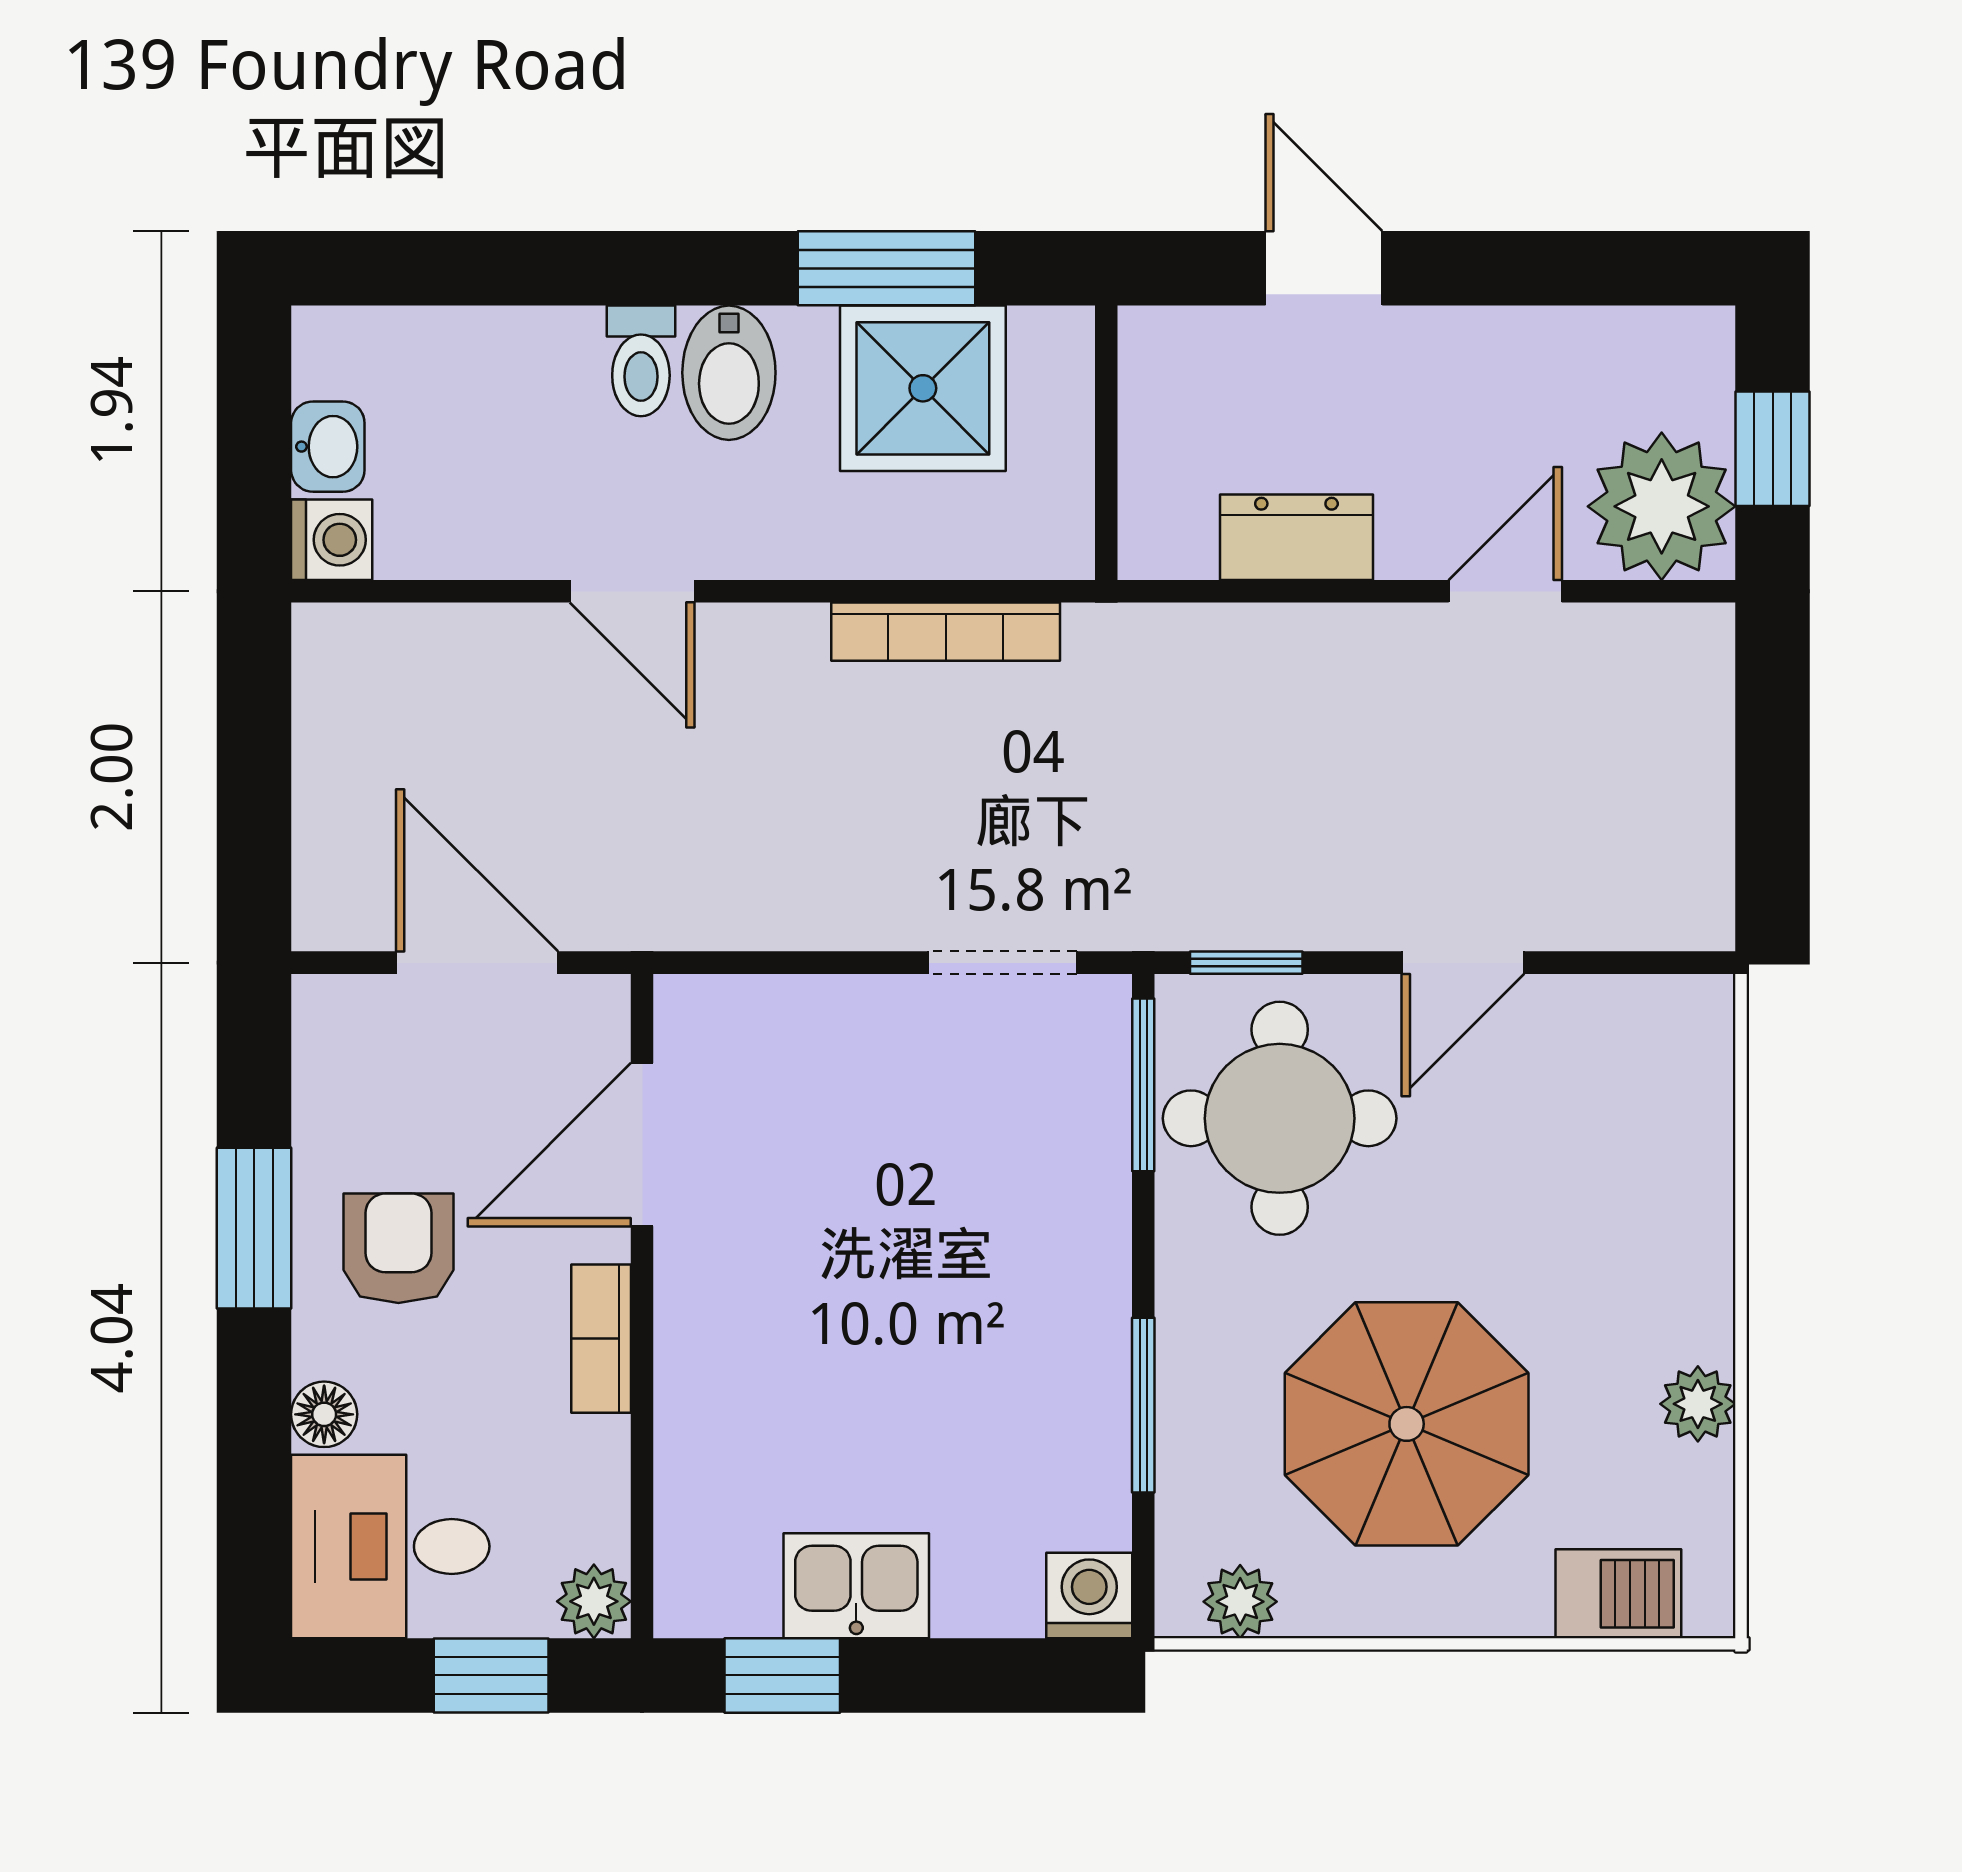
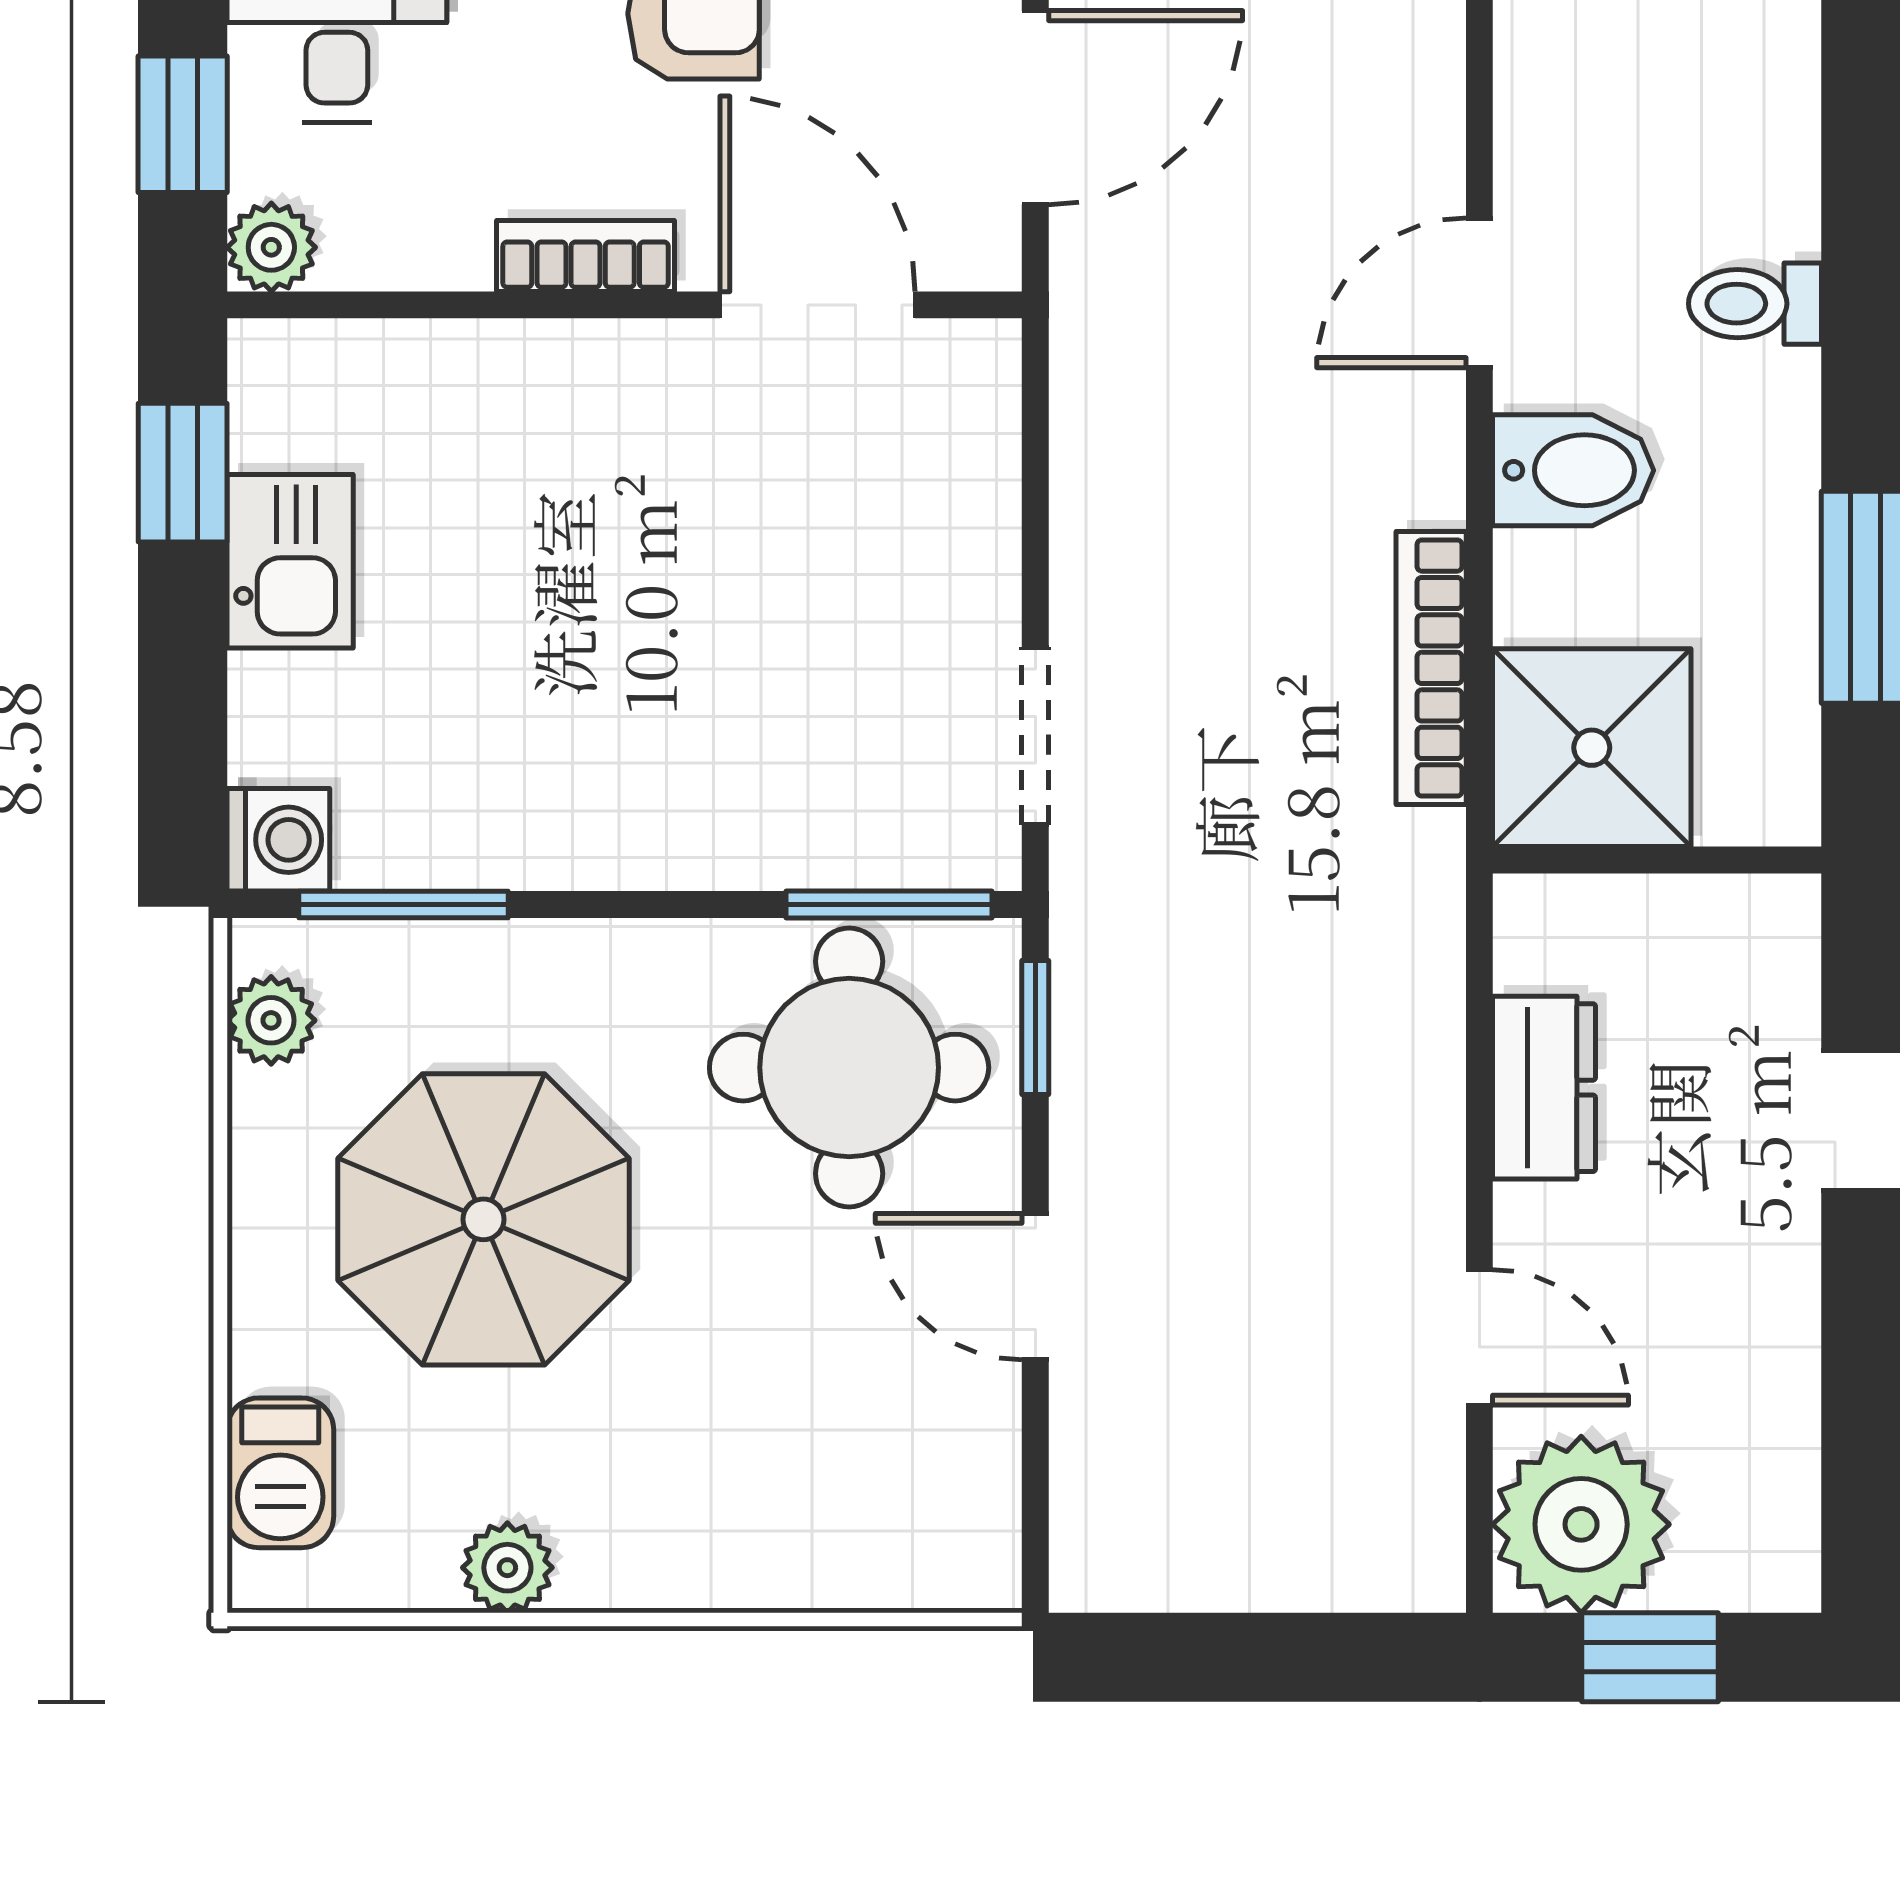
bidet: (729, 373) -> (1573, 470), moved, turned 180
shower: (923, 388) -> (1592, 748), moved
window: (1143, 1405) -> (404, 904), moved

